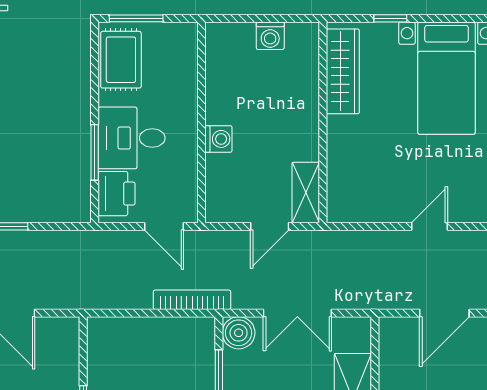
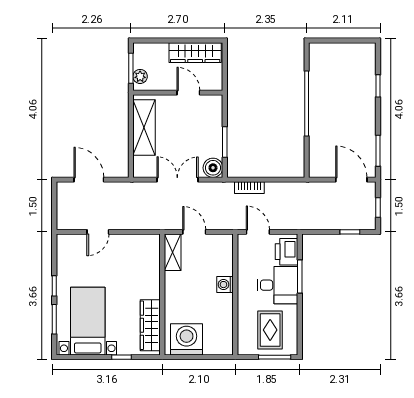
washing machine: (270, 36) -> (187, 339), width x1.89, depth x1.89
rug: (121, 60) -> (270, 330), moved
door: (270, 226) -> (194, 232), hinge flipped
bookcase: (192, 300) -> (249, 188), width x0.64
door: (444, 313) -> (89, 180), hinge flipped

